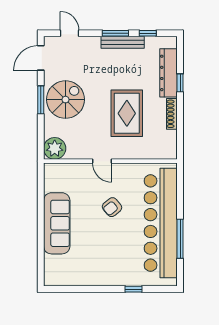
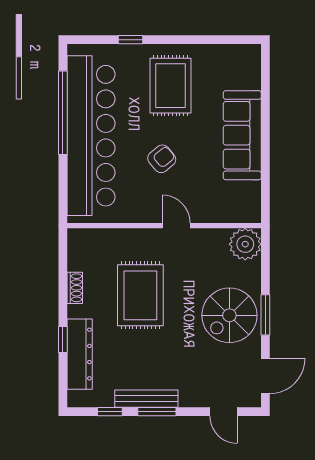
shoe rack: (172, 114) -> (75, 288), width x0.70
window: (180, 239) -> (63, 113), width x1.46
rug: (106, 257) -> (170, 86), added

